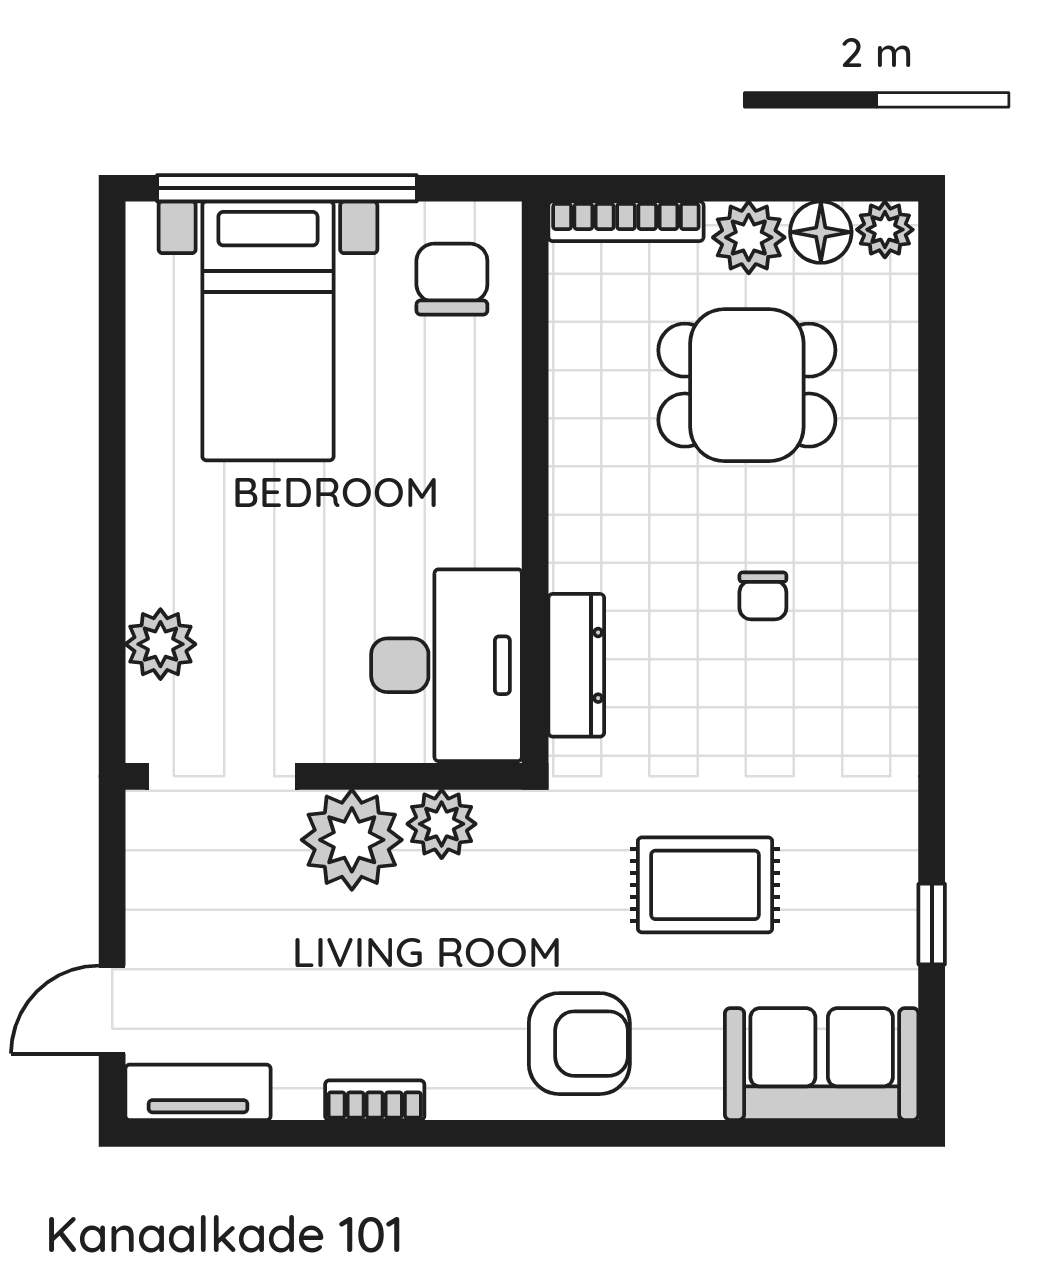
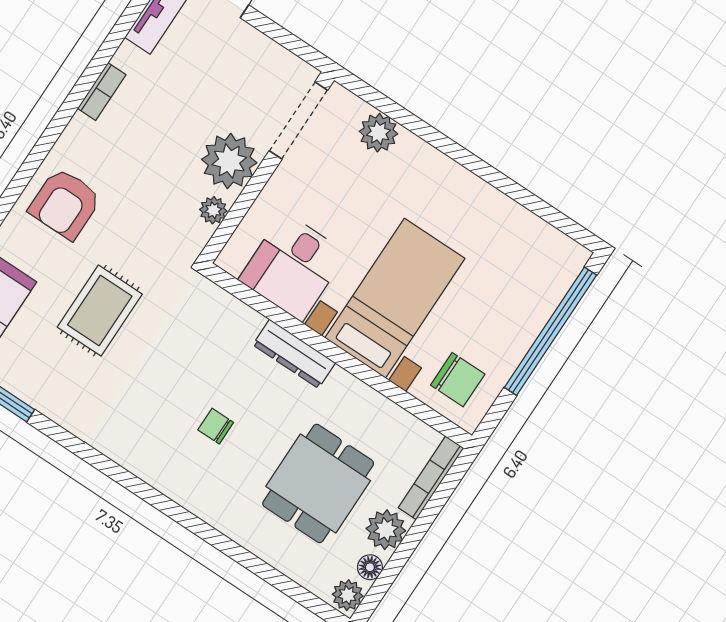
floor lamp: (821, 232) -> (370, 567), width x0.73, depth x0.73
bed with nightstands: (268, 331) -> (395, 298), moved, turned 90
desk: (447, 665) -> (293, 267), width x0.73
dresser: (576, 665) -> (294, 354), moved
plant: (442, 824) -> (213, 210), width x0.73, depth x0.73

